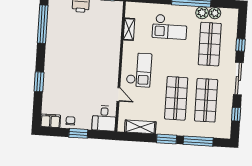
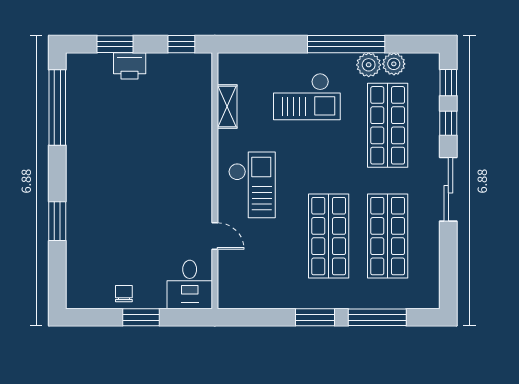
window: (236, 114) -> (448, 83), moved
filing cabinet: (50, 121) -> (85, 296), removed
shelving: (140, 127) -> (262, 297), removed

